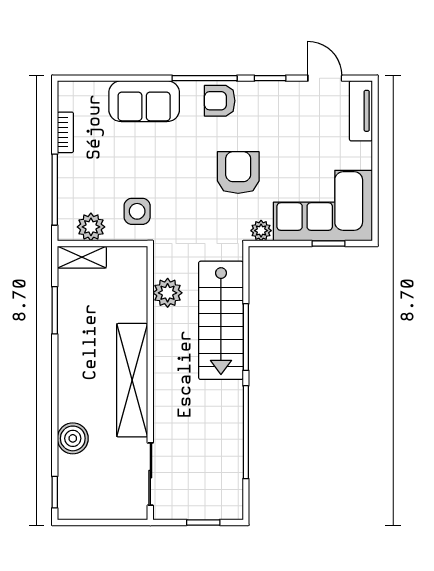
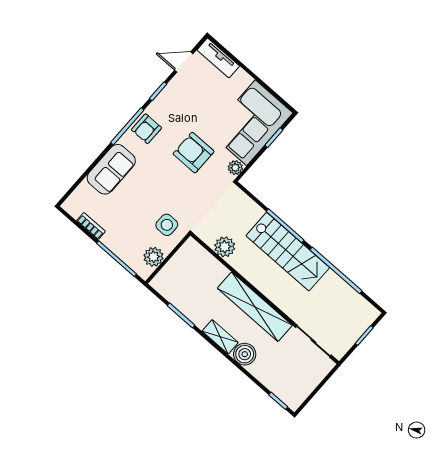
shelving: (82, 257) -> (220, 337), moved, turned 90
stairs: (221, 320) -> (288, 252), moved
boiler: (73, 438) -> (245, 354), moved

